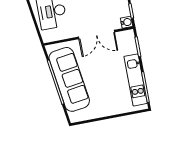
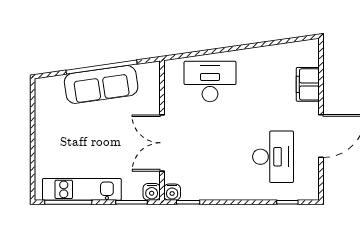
water cooler: (129, 35) -> (152, 192), added
sofa: (69, 79) -> (101, 85), width x0.74, depth x0.79

